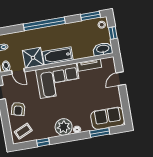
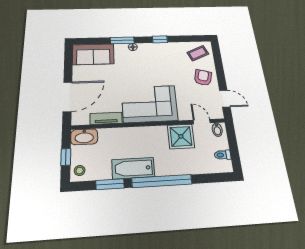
window: (90, 16) -> (110, 184), moved
bathtub: (58, 56) -> (133, 168), moved, turned 180
door: (121, 79) -> (67, 97), width x1.87
plant: (64, 127) -> (149, 52), removed
window: (100, 133) -> (122, 40), moved
window: (43, 142) -> (160, 39), moved

